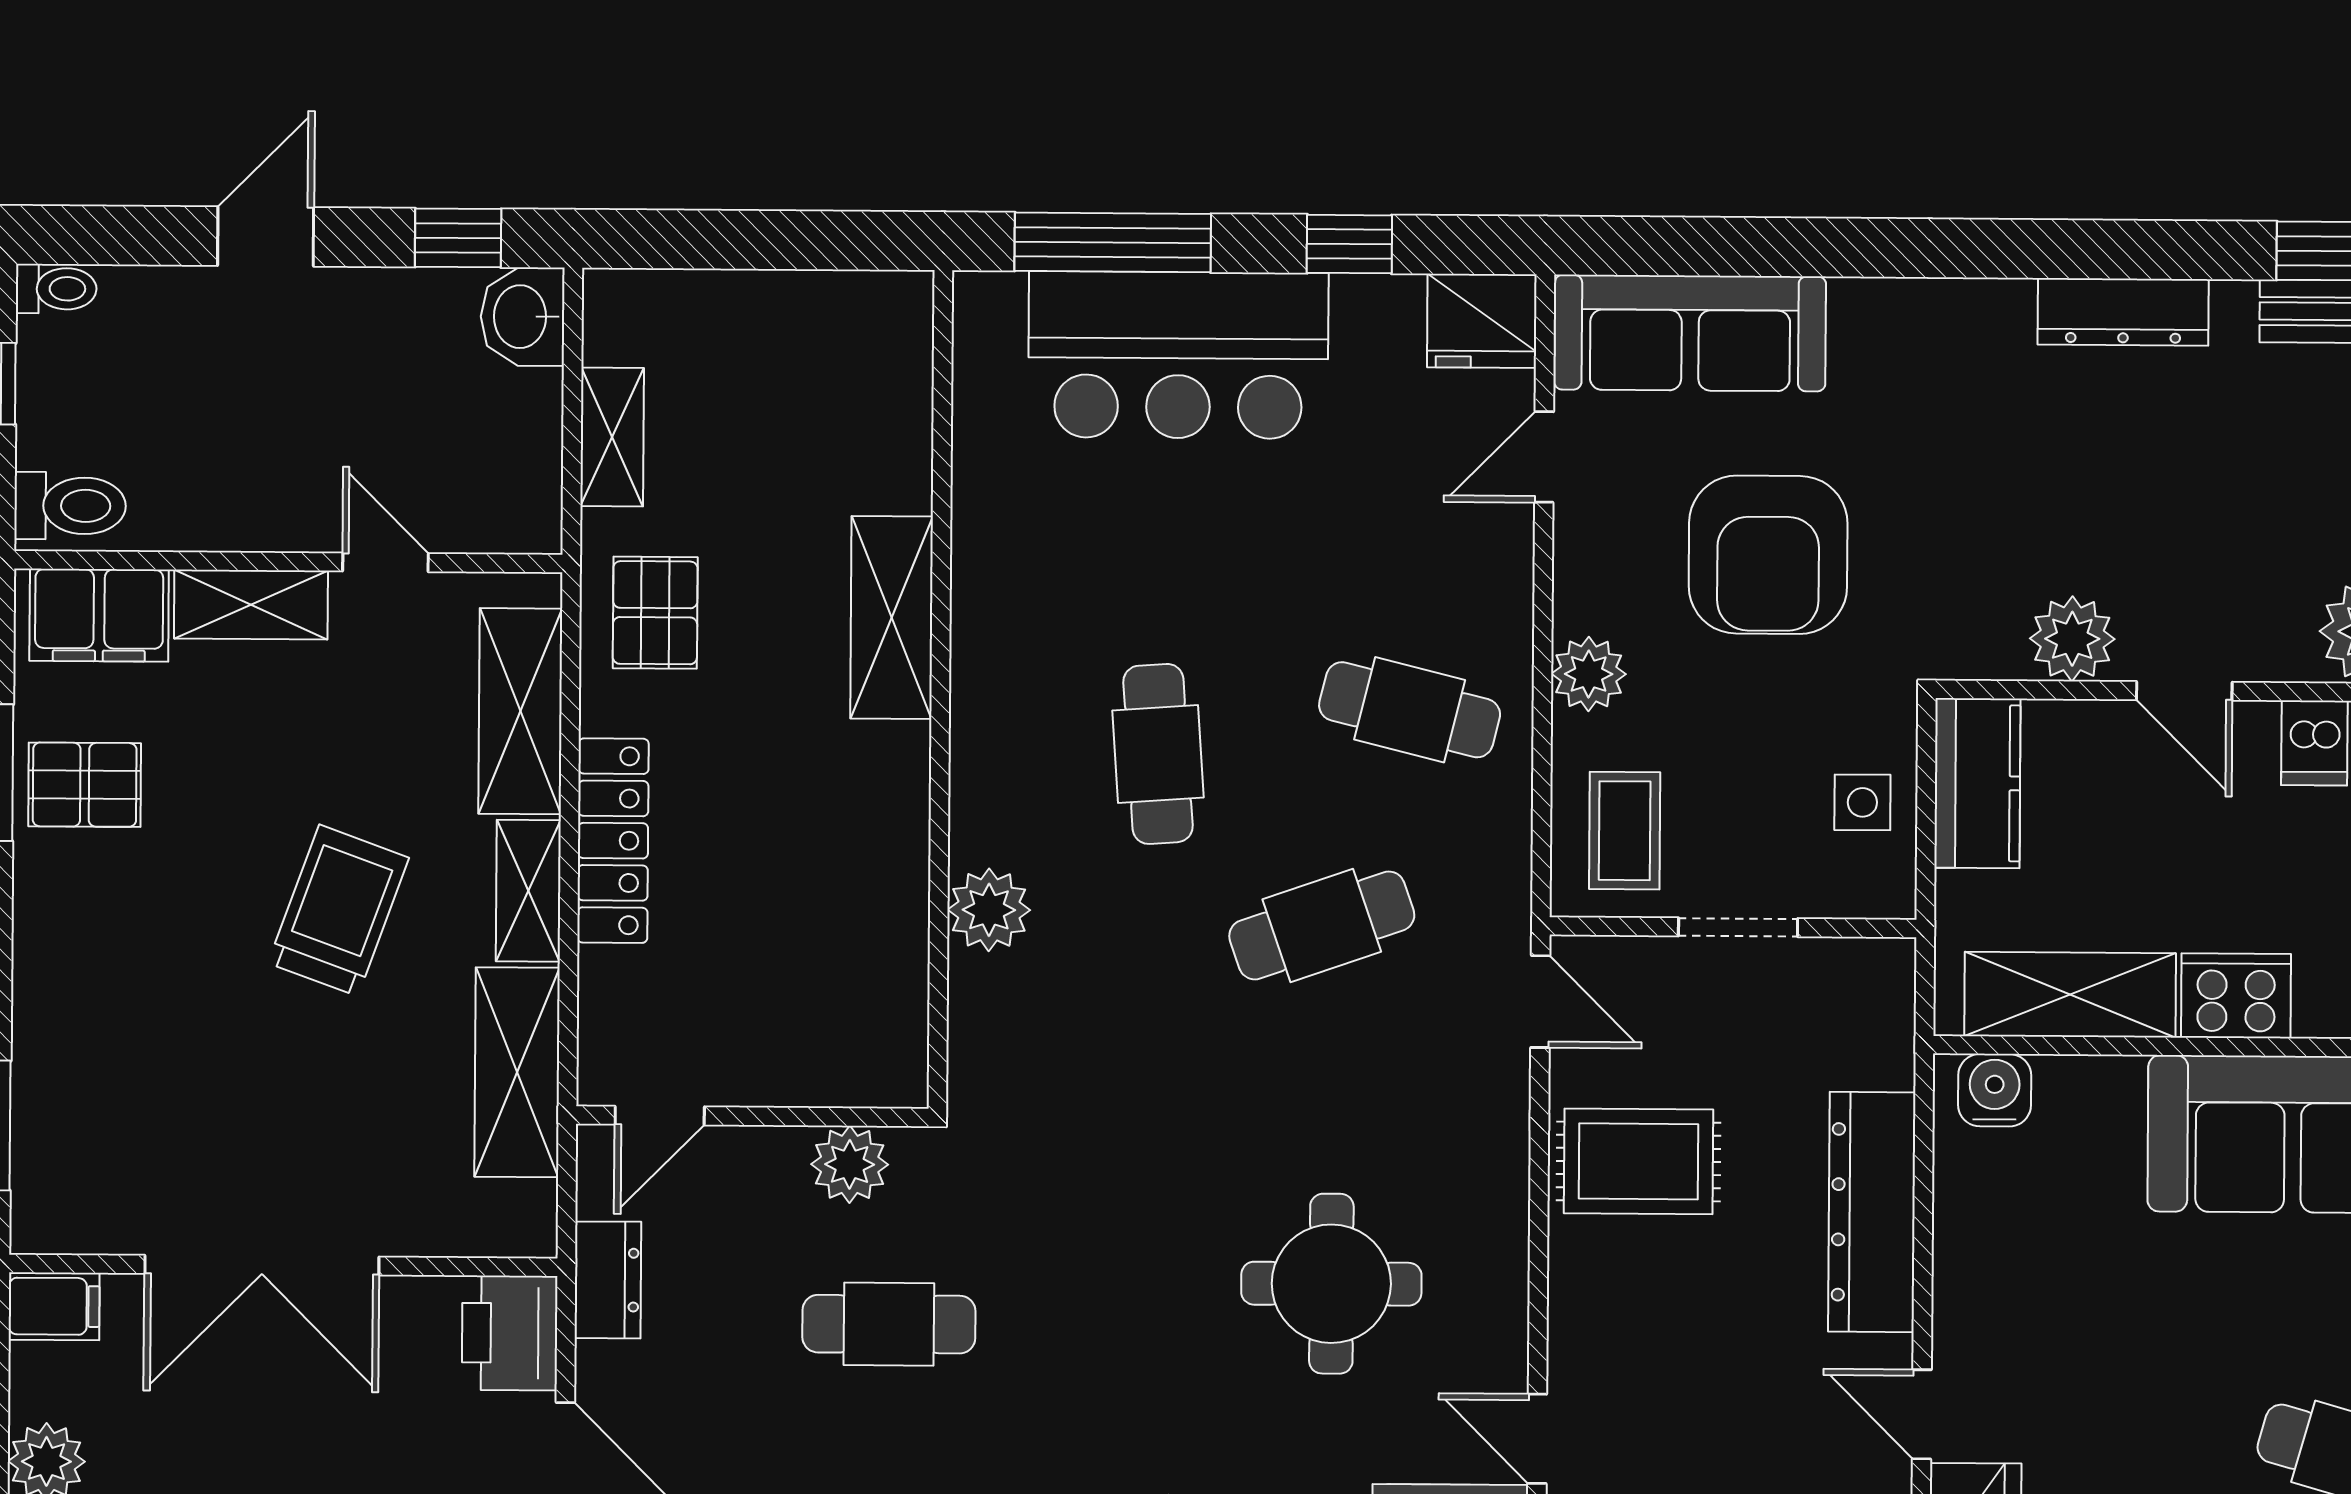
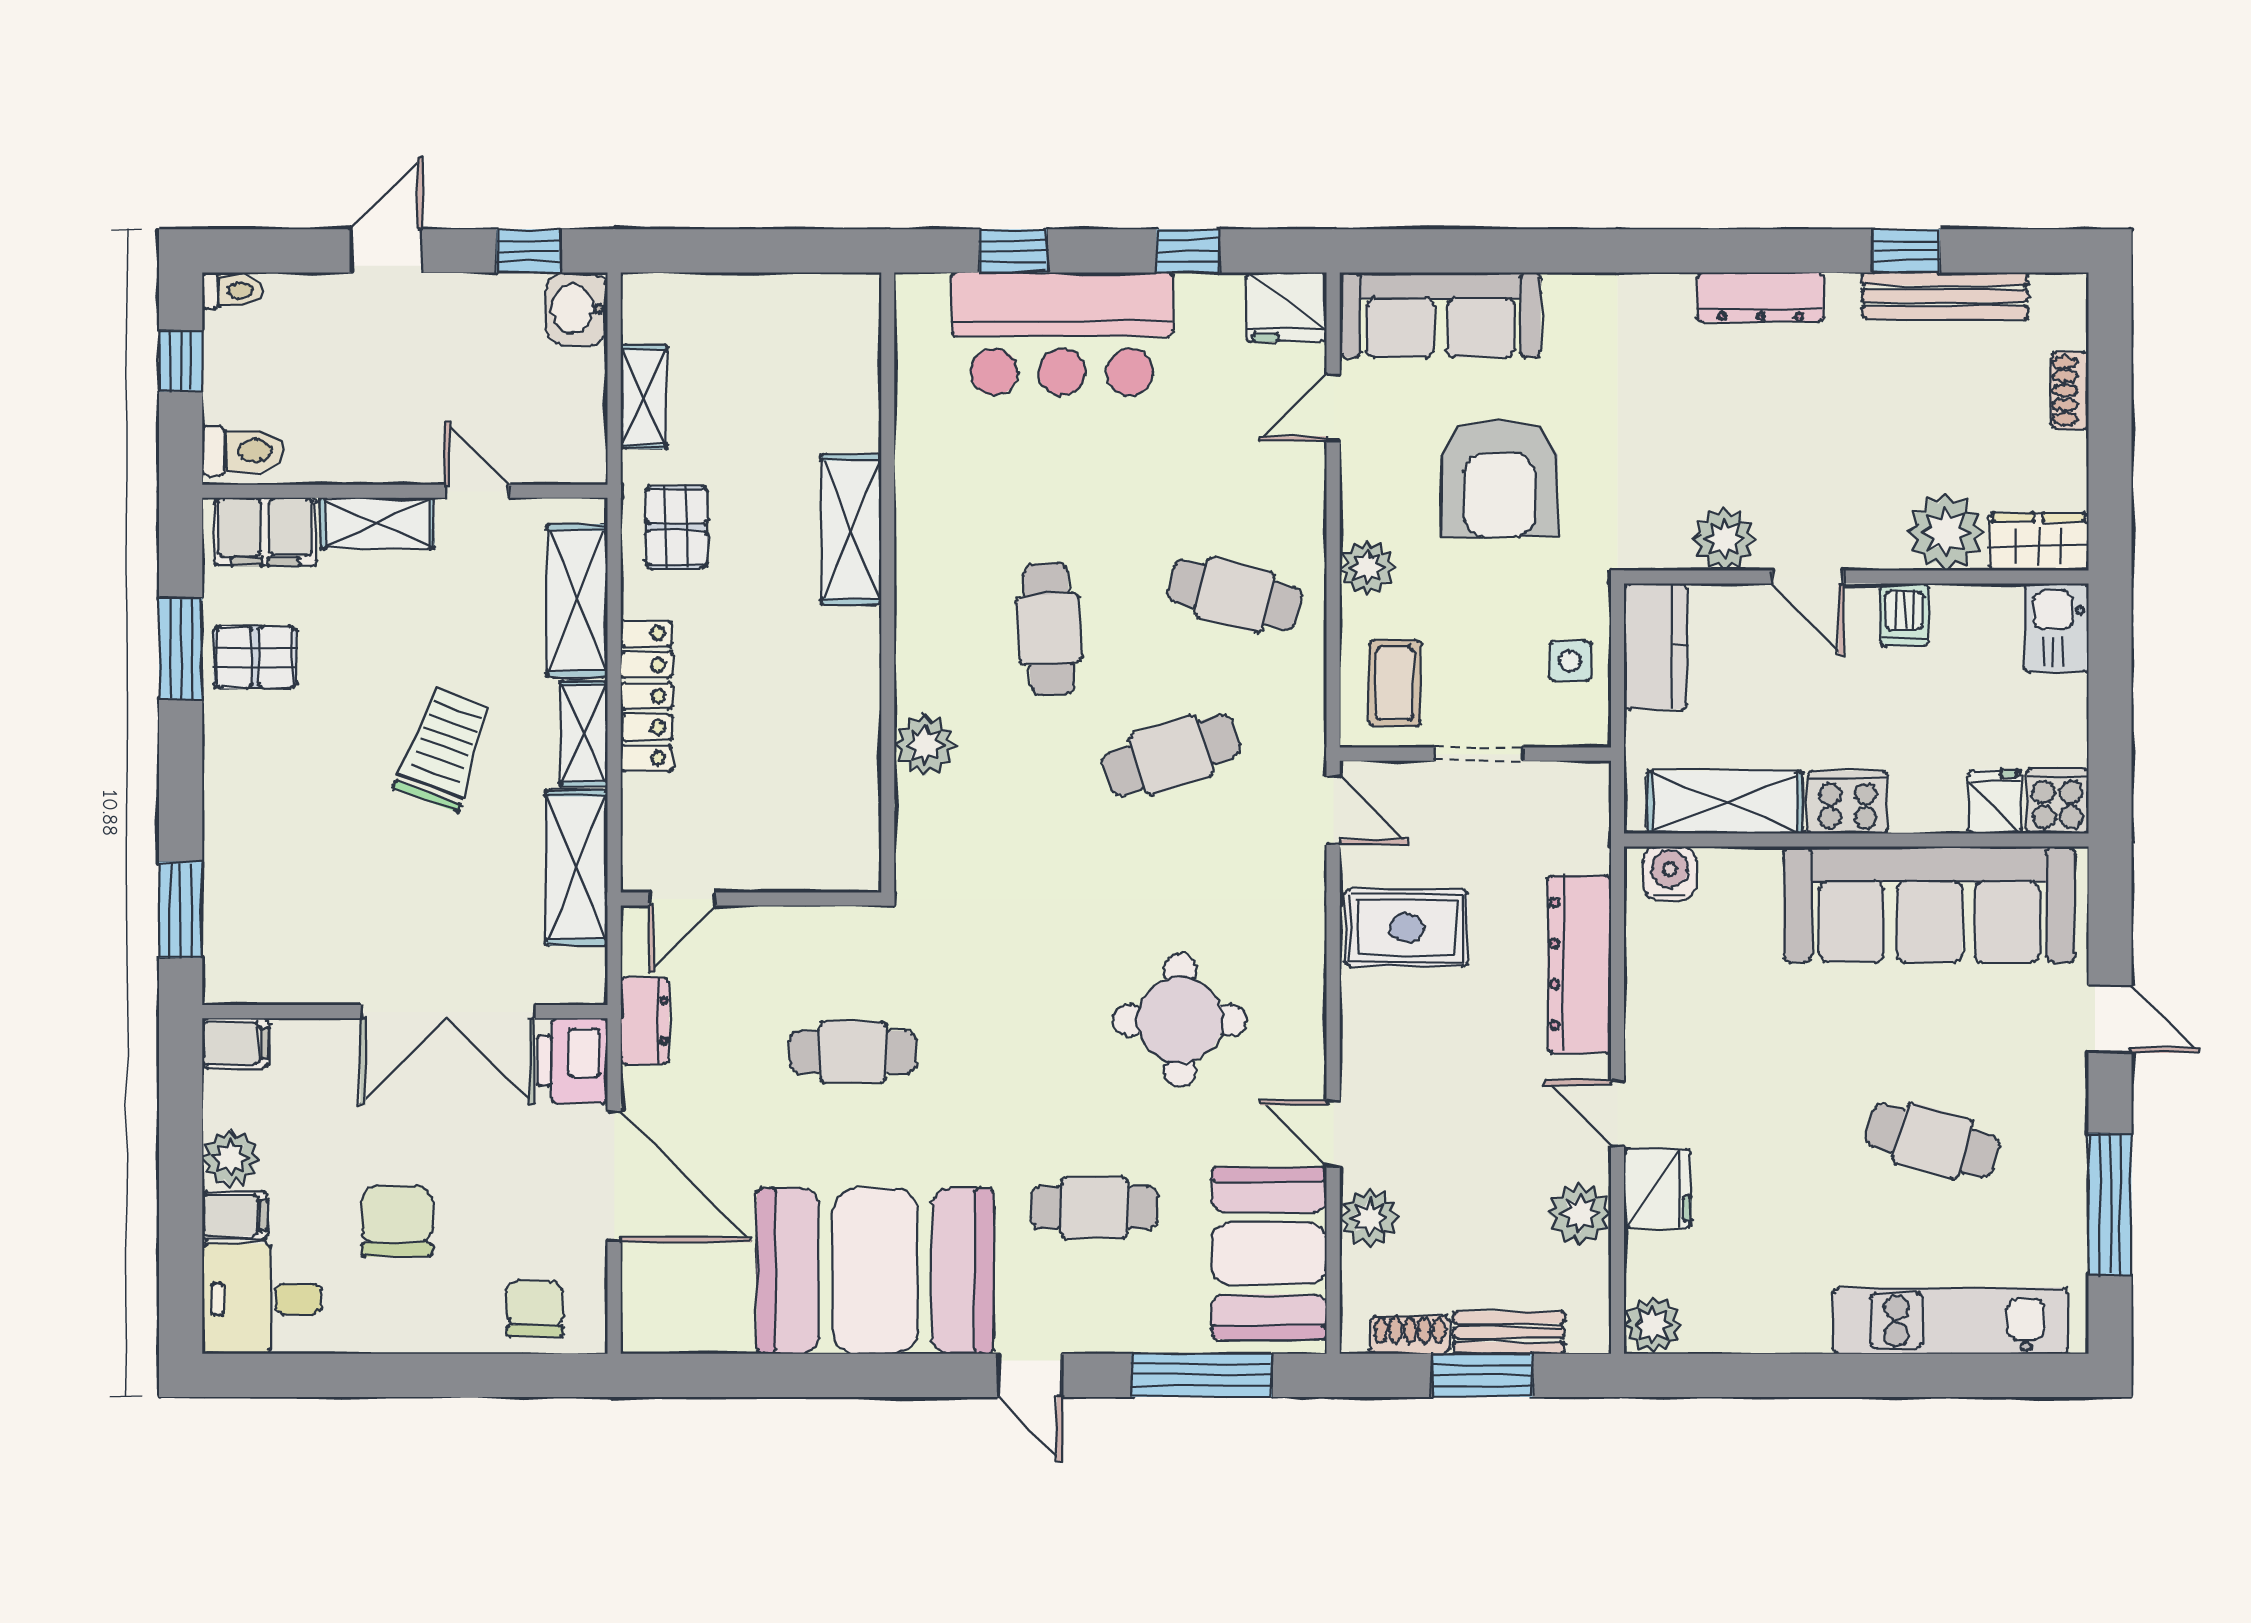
window: (1113, 242) -> (1013, 251), width x0.46
plant: (850, 1164) -> (823, 934), removed
double door: (262, 1265) -> (448, 1012), moved

